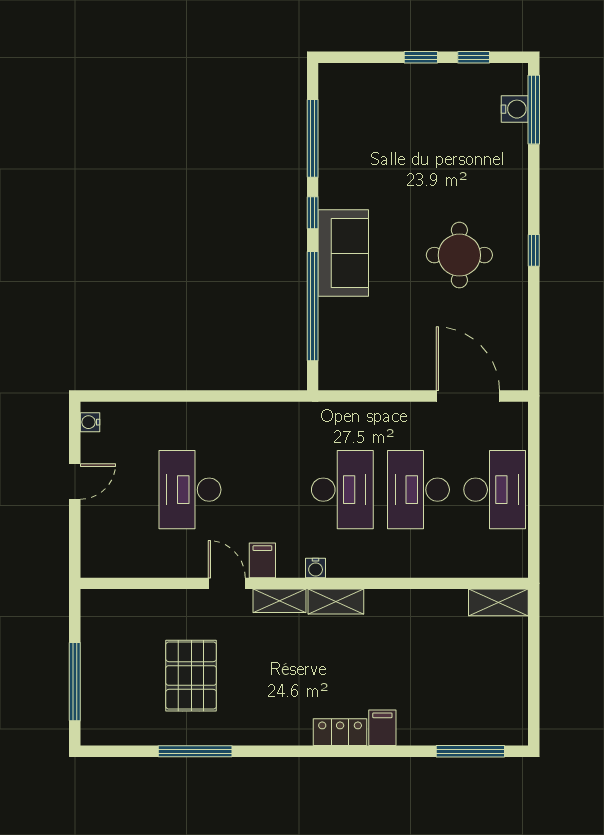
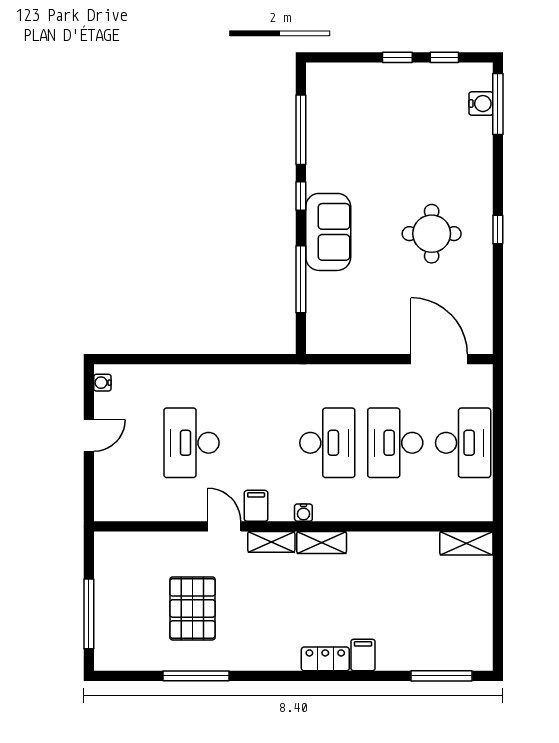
window: (313, 306) -> (301, 279), width x0.68

